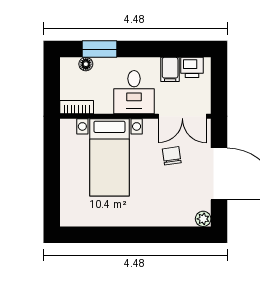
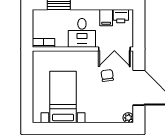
floor lamp: (86, 64) -> (50, 14), removed
bed with nightstands: (109, 157) -> (63, 97), moved, turned 180

